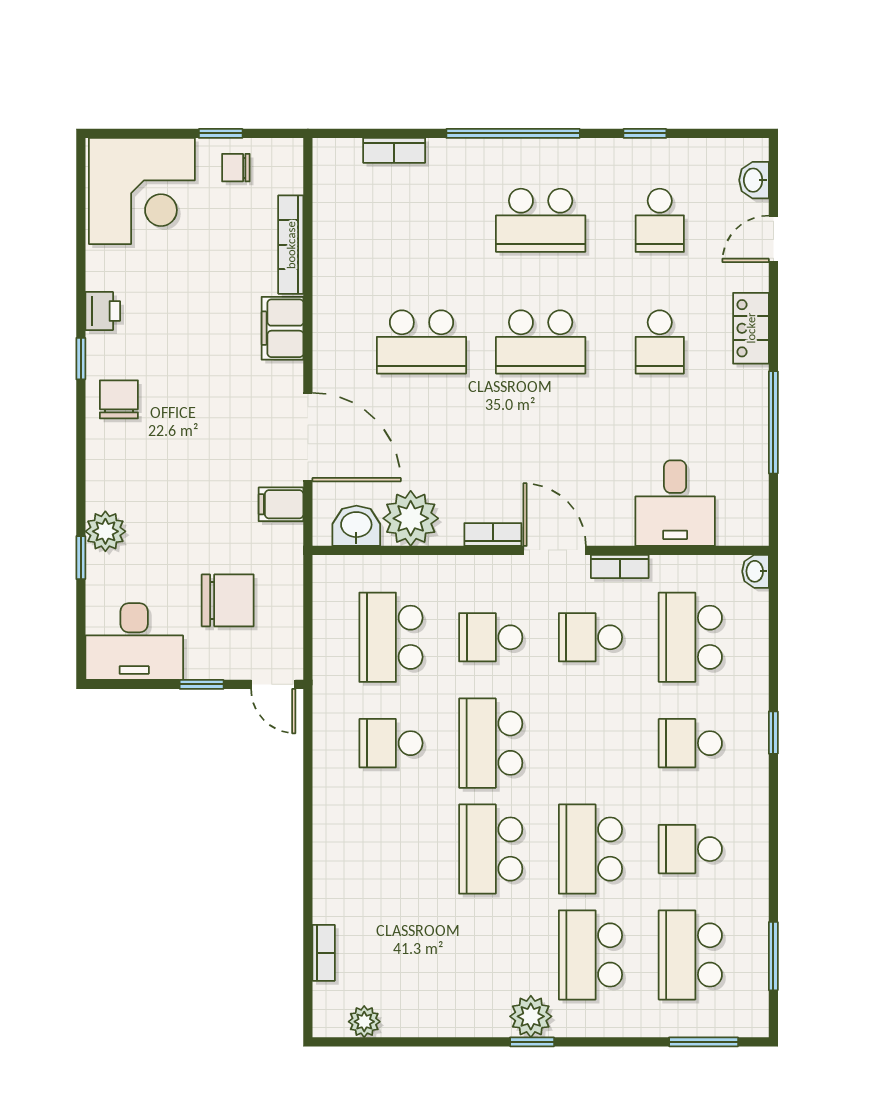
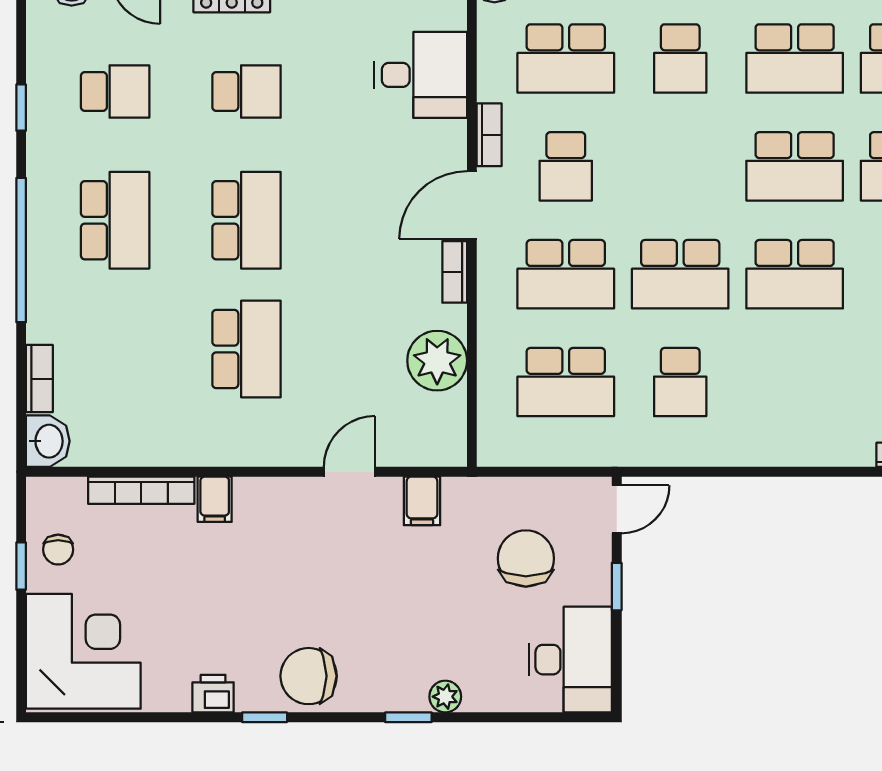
filing cabinet: (283, 328) -> (215, 499), width x0.50
chair: (119, 399) -> (309, 676), width x1.37, depth x1.37
door: (308, 437) -> (349, 472), width x0.53
washbasin: (356, 526) -> (48, 441), moved, turned 180
plant: (105, 531) -> (445, 697), width x0.73, depth x0.73
window: (81, 558) -> (408, 717), moved
school desk: (491, 637) -> (566, 274), width x1.85
school desk: (690, 849) -> (795, 58), width x1.85

